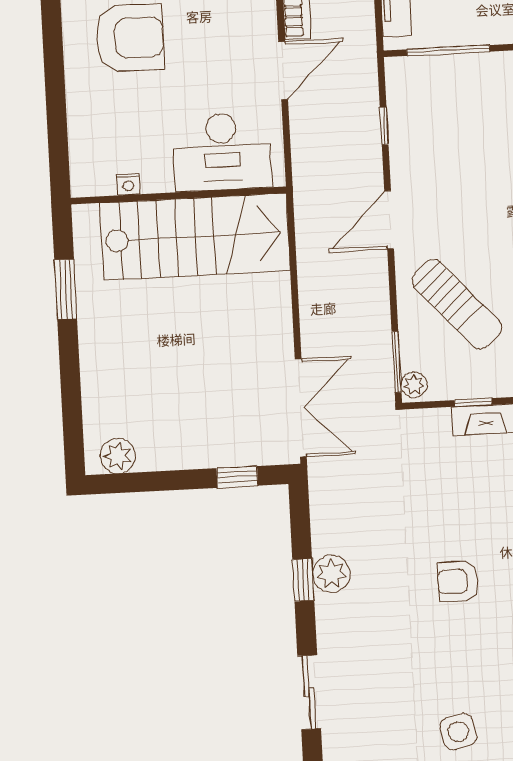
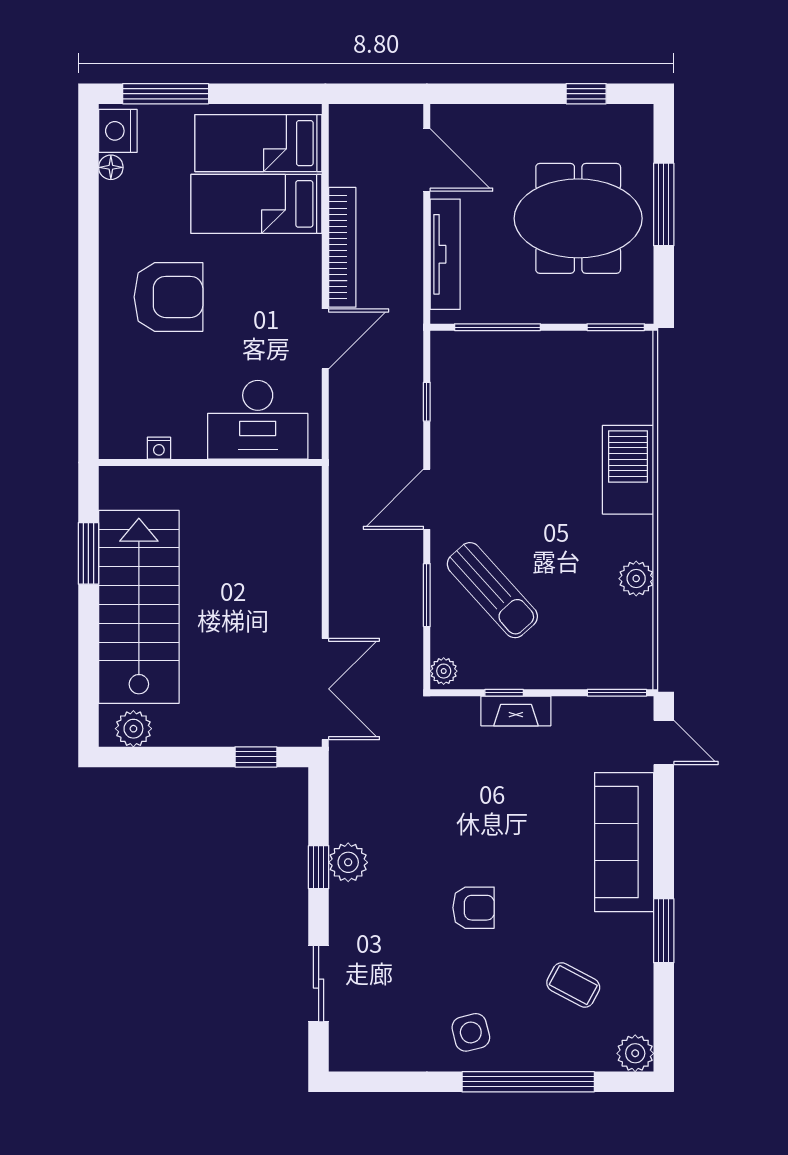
stairs: (195, 237) -> (139, 607), moved, turned -90
window: (397, 362) -> (427, 595), moved
armchair: (458, 581) -> (473, 908), moved, turned 180

